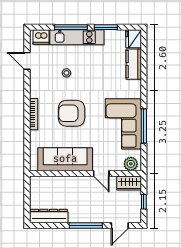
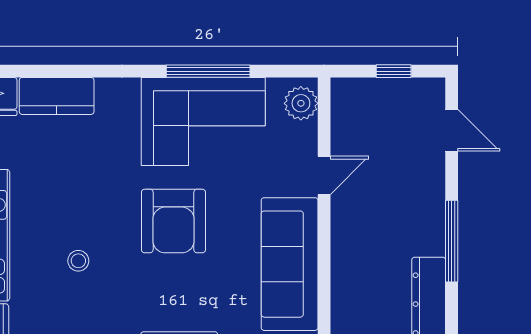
armchair: (72, 113) -> (173, 221), moved
wardrobe: (129, 183) -> (348, 107), removed
window: (86, 225) -> (452, 241), moved

